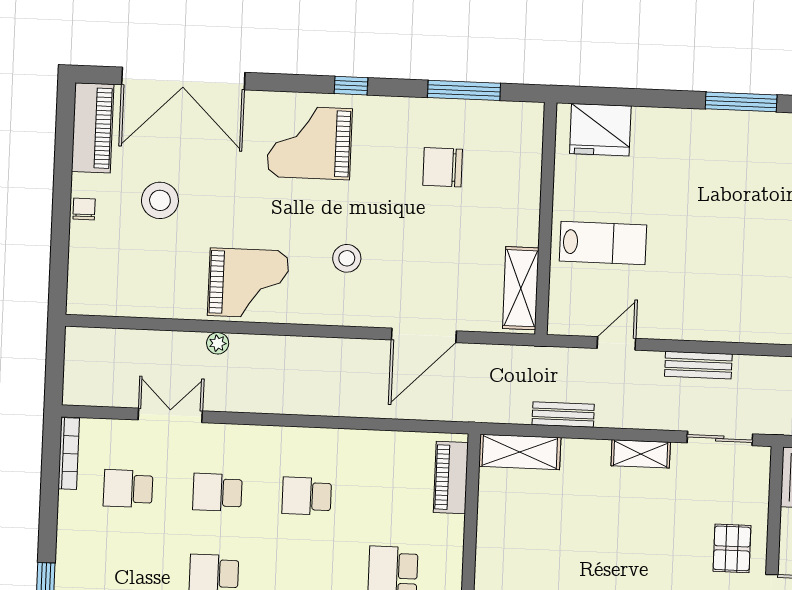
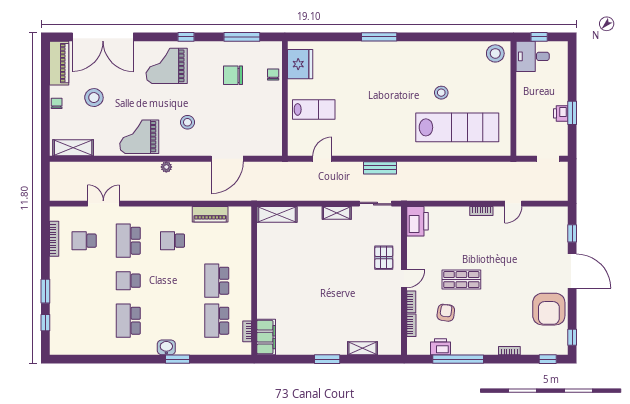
fridge: (600, 130) -> (300, 64), moved, turned -90
chair: (524, 169) -> (273, 74), added
grand piano: (248, 283) -> (139, 137), turned 180
shelving: (521, 288) -> (73, 148), moved, turned 90
plant: (218, 343) -> (166, 167), moved
bench: (698, 365) -> (380, 168), moved
bench: (563, 415) -> (298, 195), removed
bookcase: (69, 454) -> (54, 239), moved
piano: (451, 477) -> (210, 214), moved, turned -90
school desk: (217, 492) -> (128, 241), width x1.85

